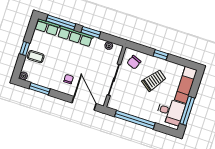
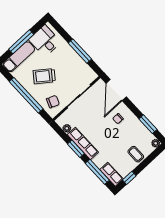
row of seats: (75, 36) -> (83, 143), moved
window: (25, 48) -> (129, 178), moved
window: (161, 55) -> (26, 95), width x3.17
window: (187, 111) -> (21, 42), moved
window: (135, 120) -> (80, 51), width x0.68

